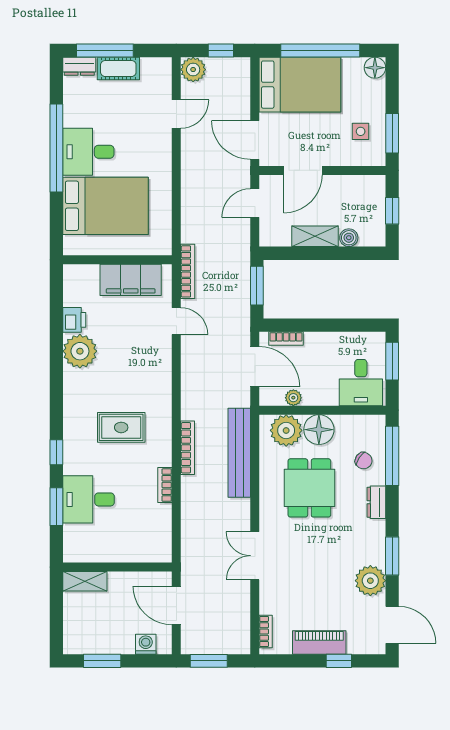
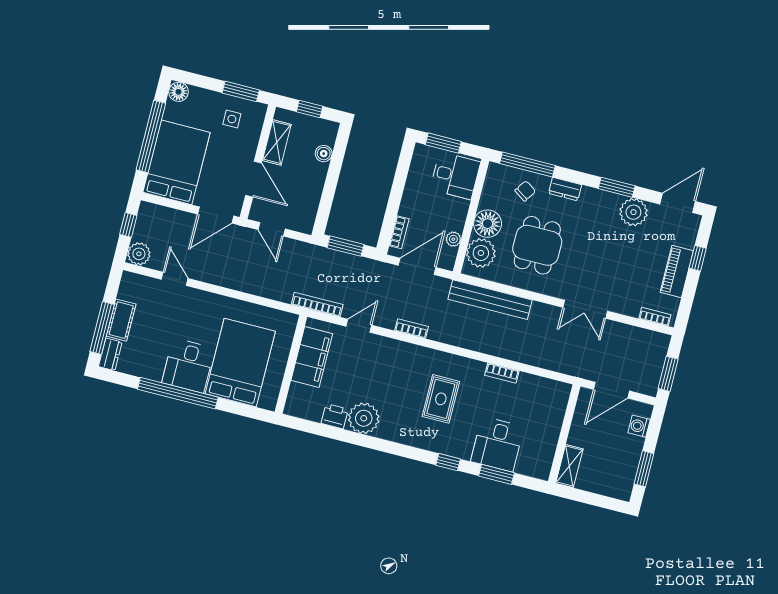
shelving: (315, 236) -> (277, 142), moved
bookcase: (188, 448) -> (412, 329), moved, width x0.64
dining table: (309, 488) -> (537, 245), turned 90

